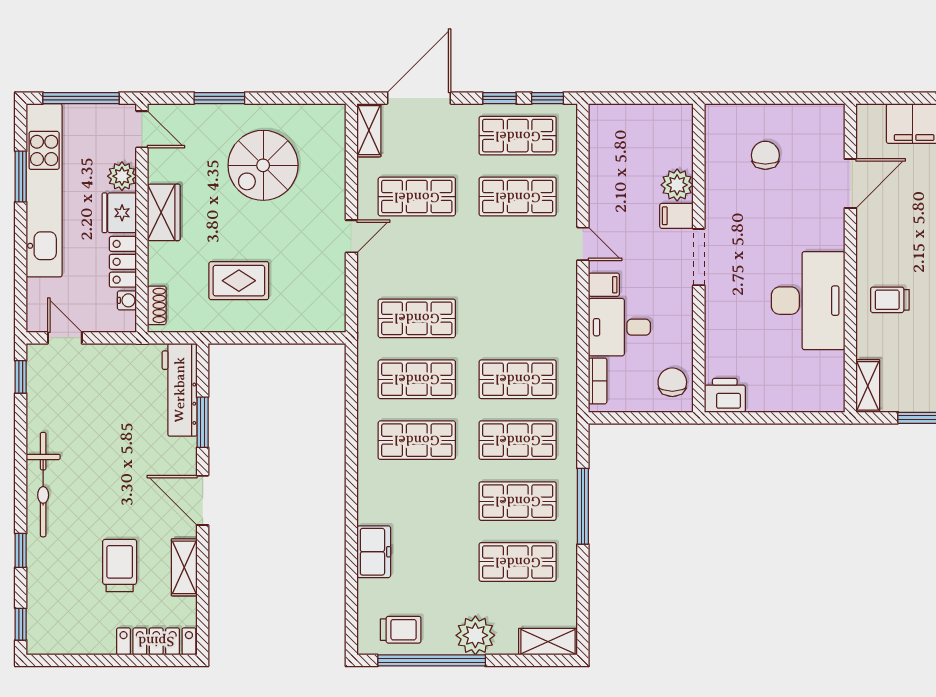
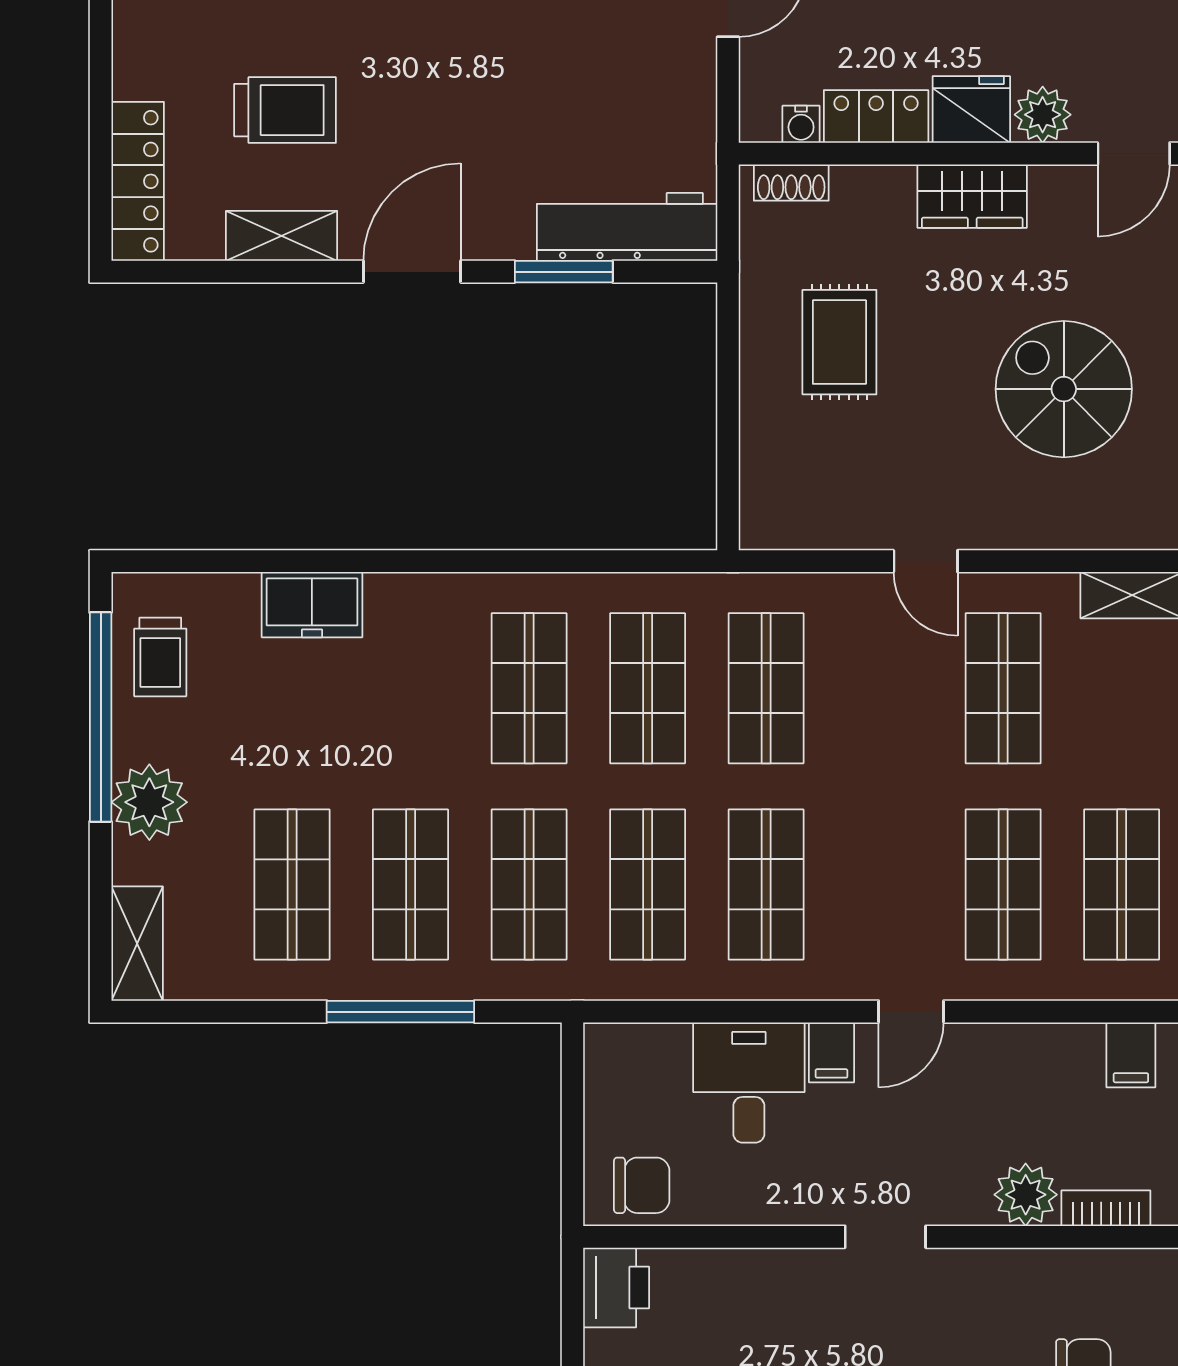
filing cabinet: (676, 216) -> (1131, 1055), moved, turned 180
doorway: (699, 257) -> (885, 1237), width x0.73
shop shelf: (518, 318) -> (766, 884), added
bookcase: (598, 381) -> (1106, 1208), moved, turned 180

